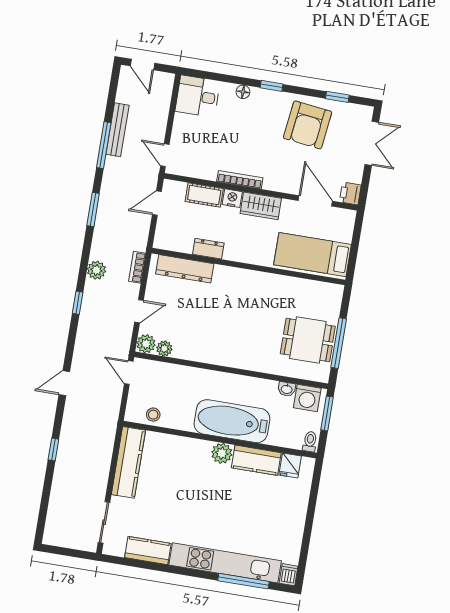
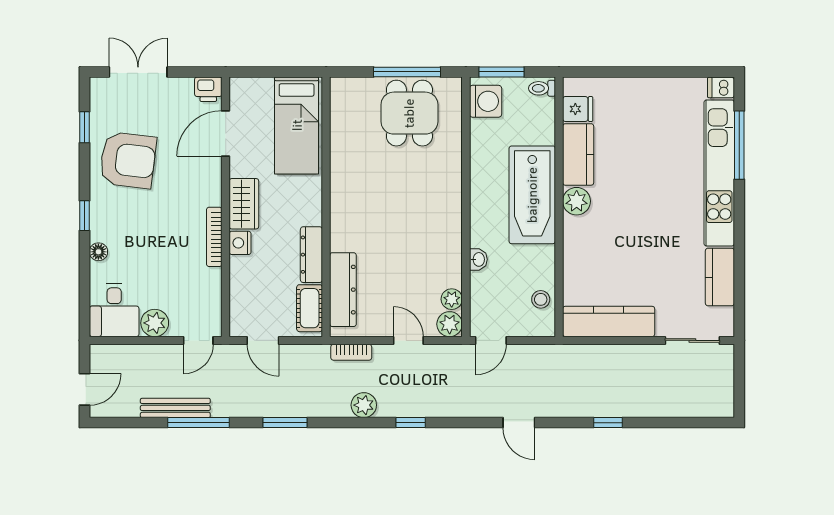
plant: (183, 125) -> (155, 323), added
cot: (204, 195) -> (310, 308), moved
dresser: (208, 249) -> (311, 255), width x1.44
washbasin: (287, 389) -> (478, 259), moved

